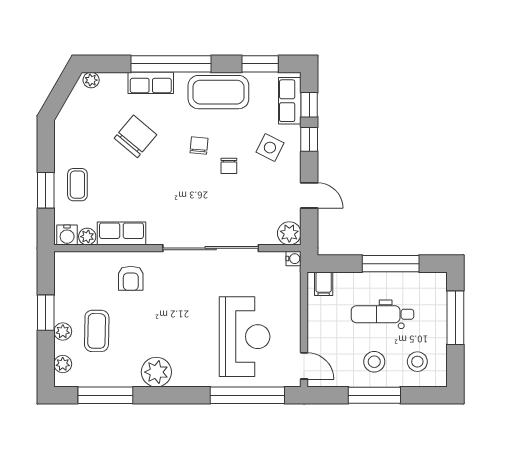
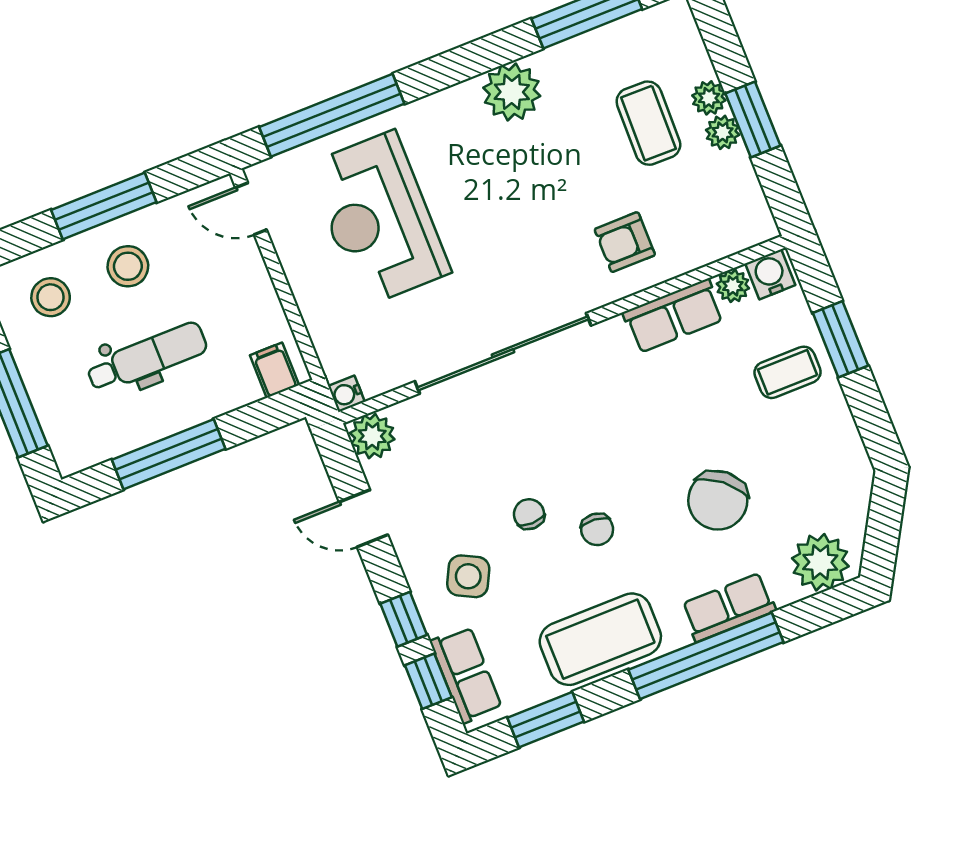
plant: (91, 80) -> (820, 562), width x1.88, depth x1.88
coffee table: (77, 185) -> (787, 372), turned 90
armchair: (131, 278) -> (625, 242), turned -90
plant: (63, 364) -> (723, 132), moved

